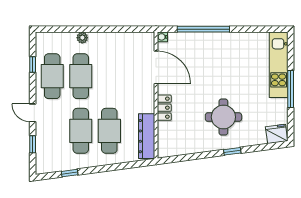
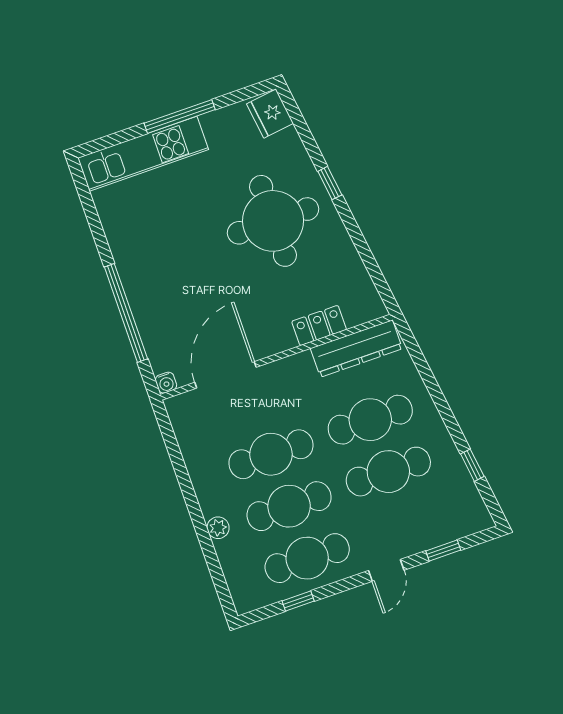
cafe table: (109, 76) -> (271, 454), added
locker: (164, 108) -> (319, 325), moved
round table: (223, 117) -> (273, 221), width x1.36, depth x1.36

